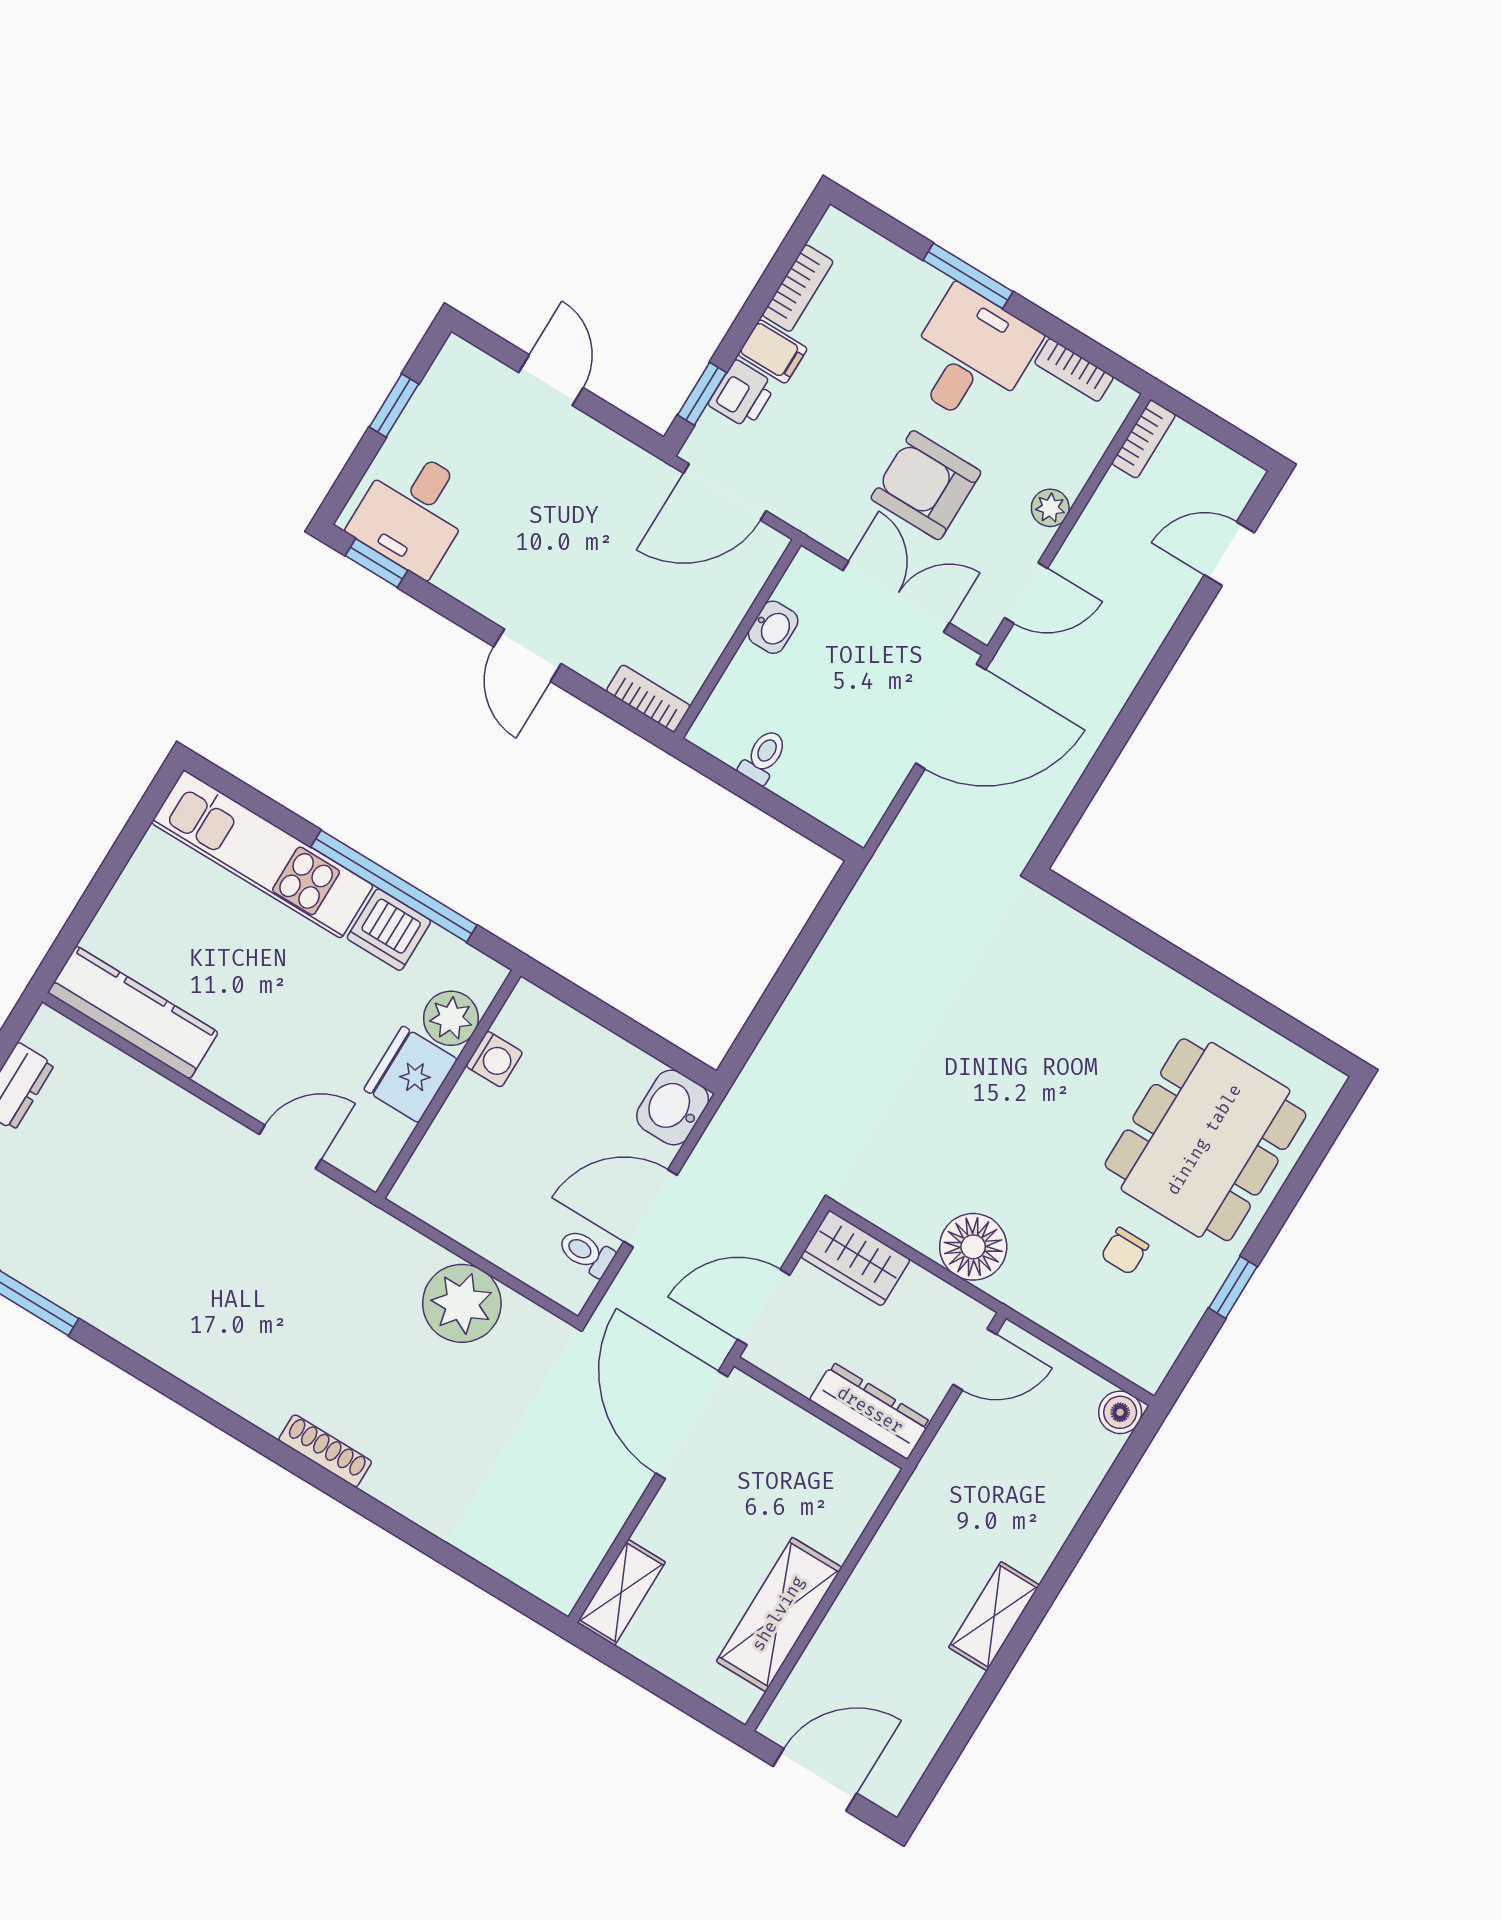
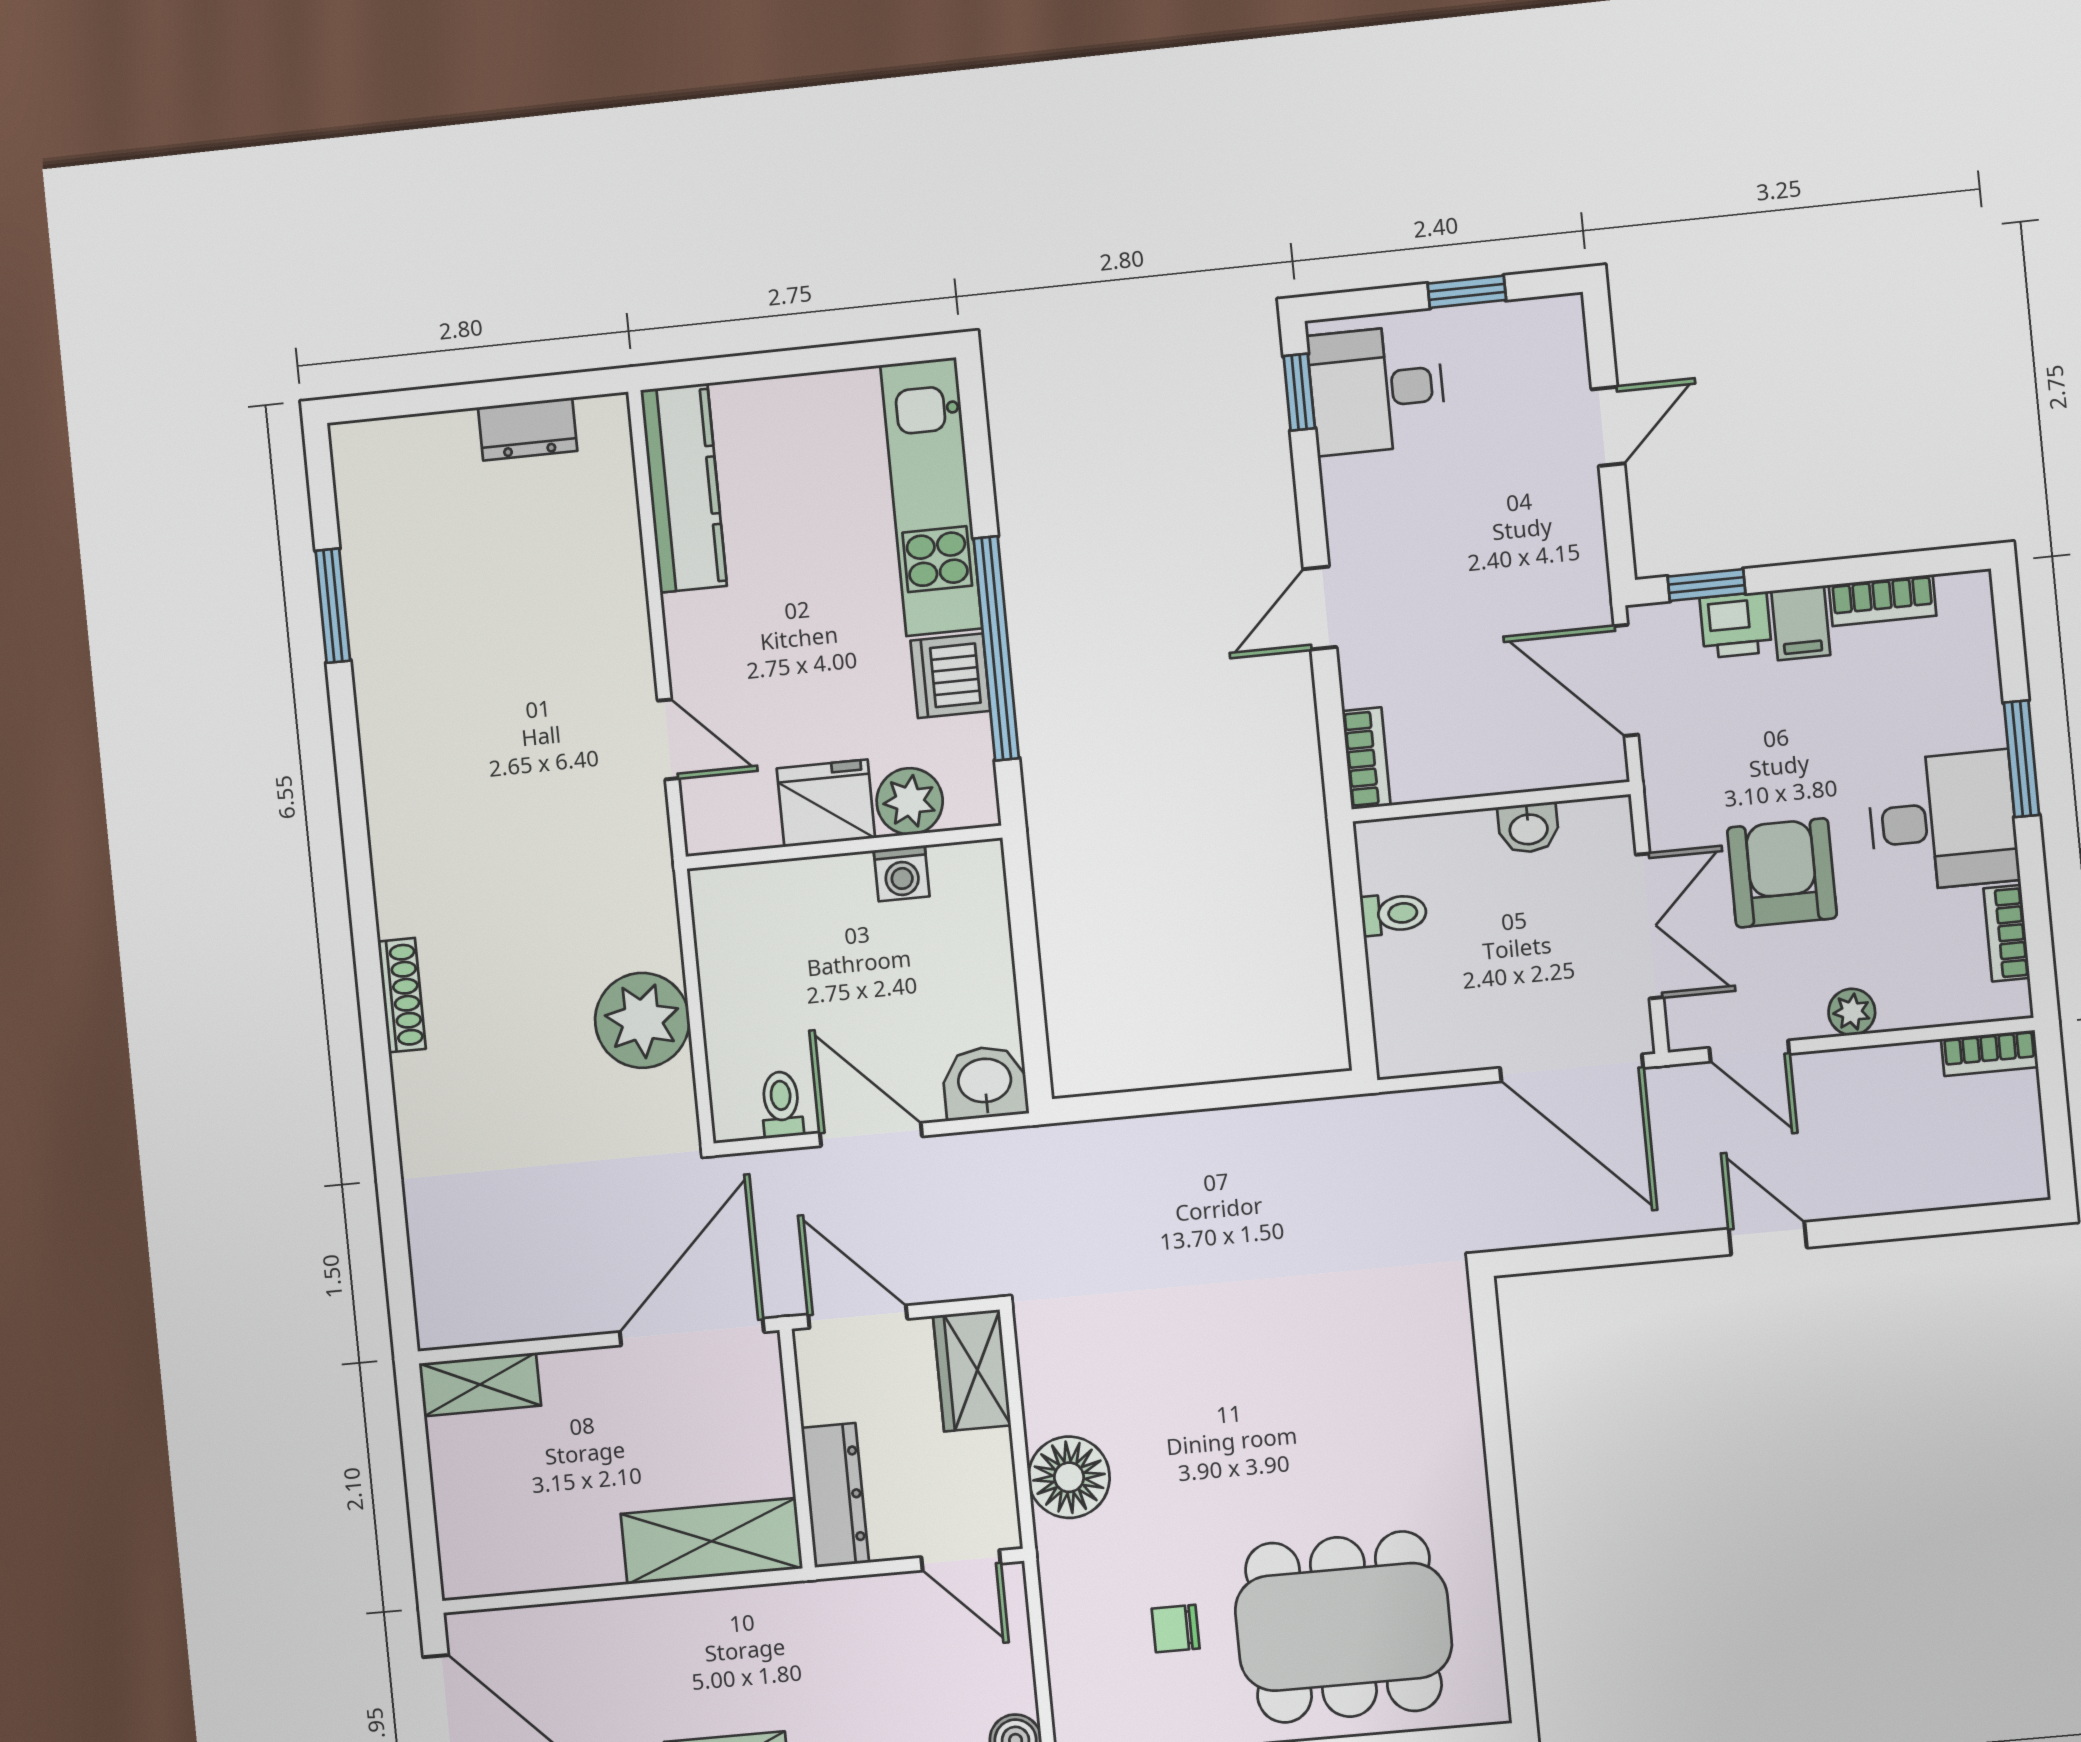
door: (1229, 554) -> (1768, 1238), moved
shelving: (779, 1614) -> (712, 1541), moved

